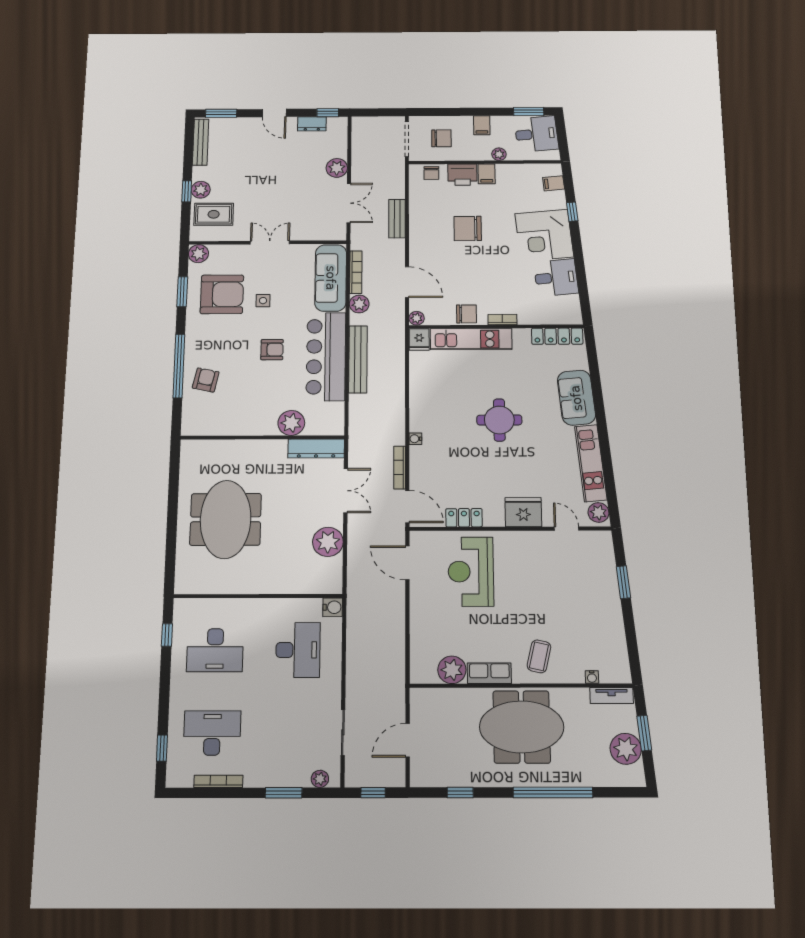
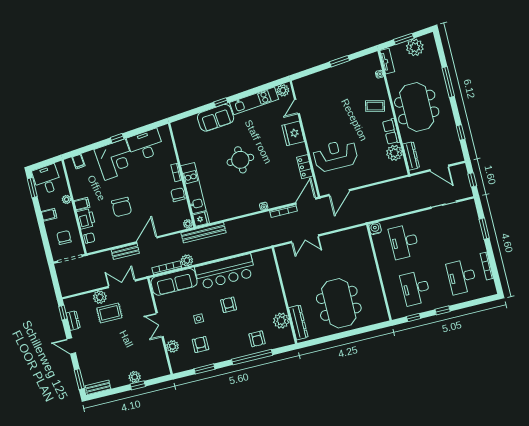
door: (274, 113) -> (71, 346), swing flipped
bench: (201, 142) -> (98, 387), width x0.73
window: (572, 212) -> (117, 138), moved
rug: (214, 214) -> (109, 313), moved, turned 90
plant: (198, 254) -> (173, 346), moved
desk: (556, 278) -> (146, 145), width x1.37
door: (407, 282) -> (147, 240), moved
armchair: (222, 294) -> (200, 344), width x0.53, depth x0.53
locker: (557, 336) -> (179, 137), removed
bench: (358, 359) -> (204, 233), moved
armchair: (206, 380) -> (257, 339), turned -102
window: (600, 411) -> (221, 102), added
plant: (291, 423) -> (281, 321), moved
dresser: (316, 449) -> (298, 322), moved
double door: (346, 491) -> (305, 239), swing flipped
meeting table: (226, 519) -> (339, 303), turned 90
plant: (328, 542) -> (338, 241), removed
reception desk: (471, 572) -> (335, 155), turned 180
window: (623, 582) -> (340, 61), moved
desk: (215, 650) -> (415, 288), turned 180
desk: (298, 650) -> (404, 242), turned -90
dresser: (440, 697) -> (411, 156), added
window: (162, 748) -> (443, 310), moved
plant: (320, 779) -> (472, 211), removed
window: (553, 792) -> (448, 82), width x0.68

